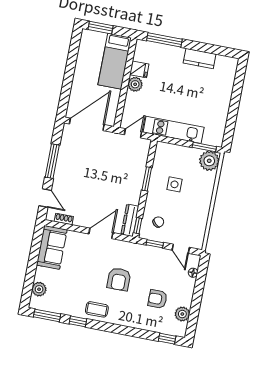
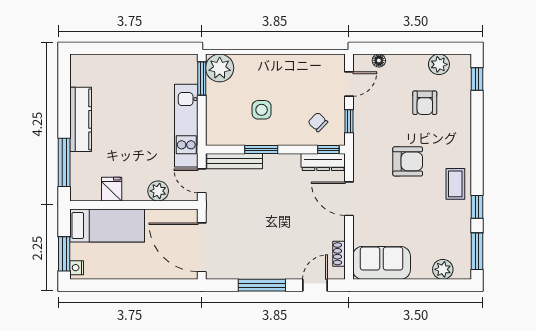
nightstand: (89, 34) -> (77, 268), added
kitchen counter: (200, 59) -> (81, 119), width x1.50
plant: (135, 84) -> (158, 191), moved
bench: (142, 159) -> (235, 161), added

